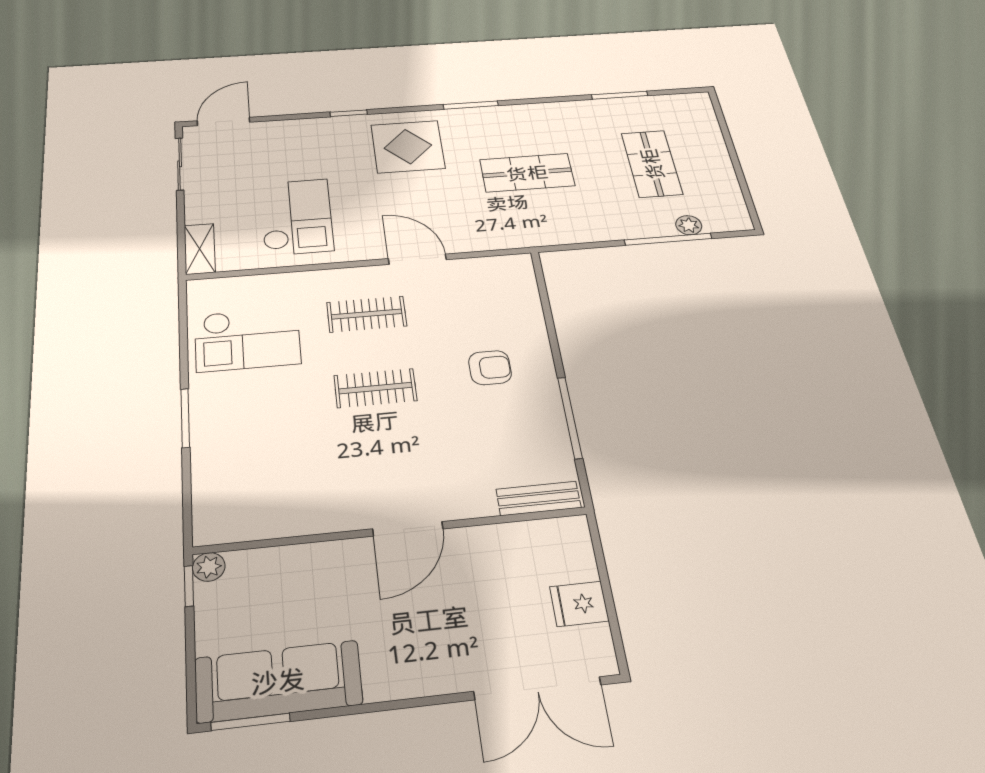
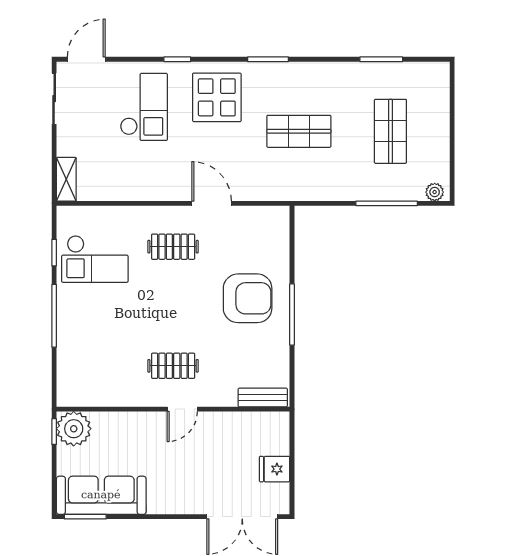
checkout: (296, 217) -> (144, 107), moved
plant: (689, 225) -> (435, 192), moved
window: (183, 337) -> (54, 253), added
armchair: (490, 368) -> (248, 298), width x1.88, depth x1.88
clothes rail: (375, 388) -> (173, 366), moved
window: (185, 418) -> (54, 316), width x1.44
window: (570, 418) -> (292, 315), moved
door: (408, 529) -> (182, 409), width x0.73
plant: (209, 567) -> (74, 429), width x1.87, depth x1.87

